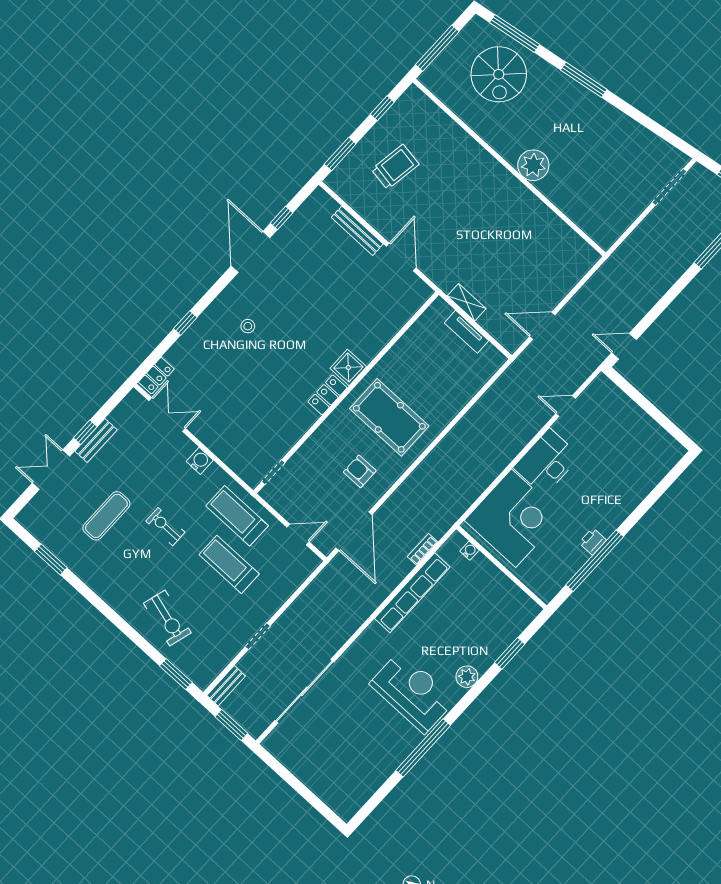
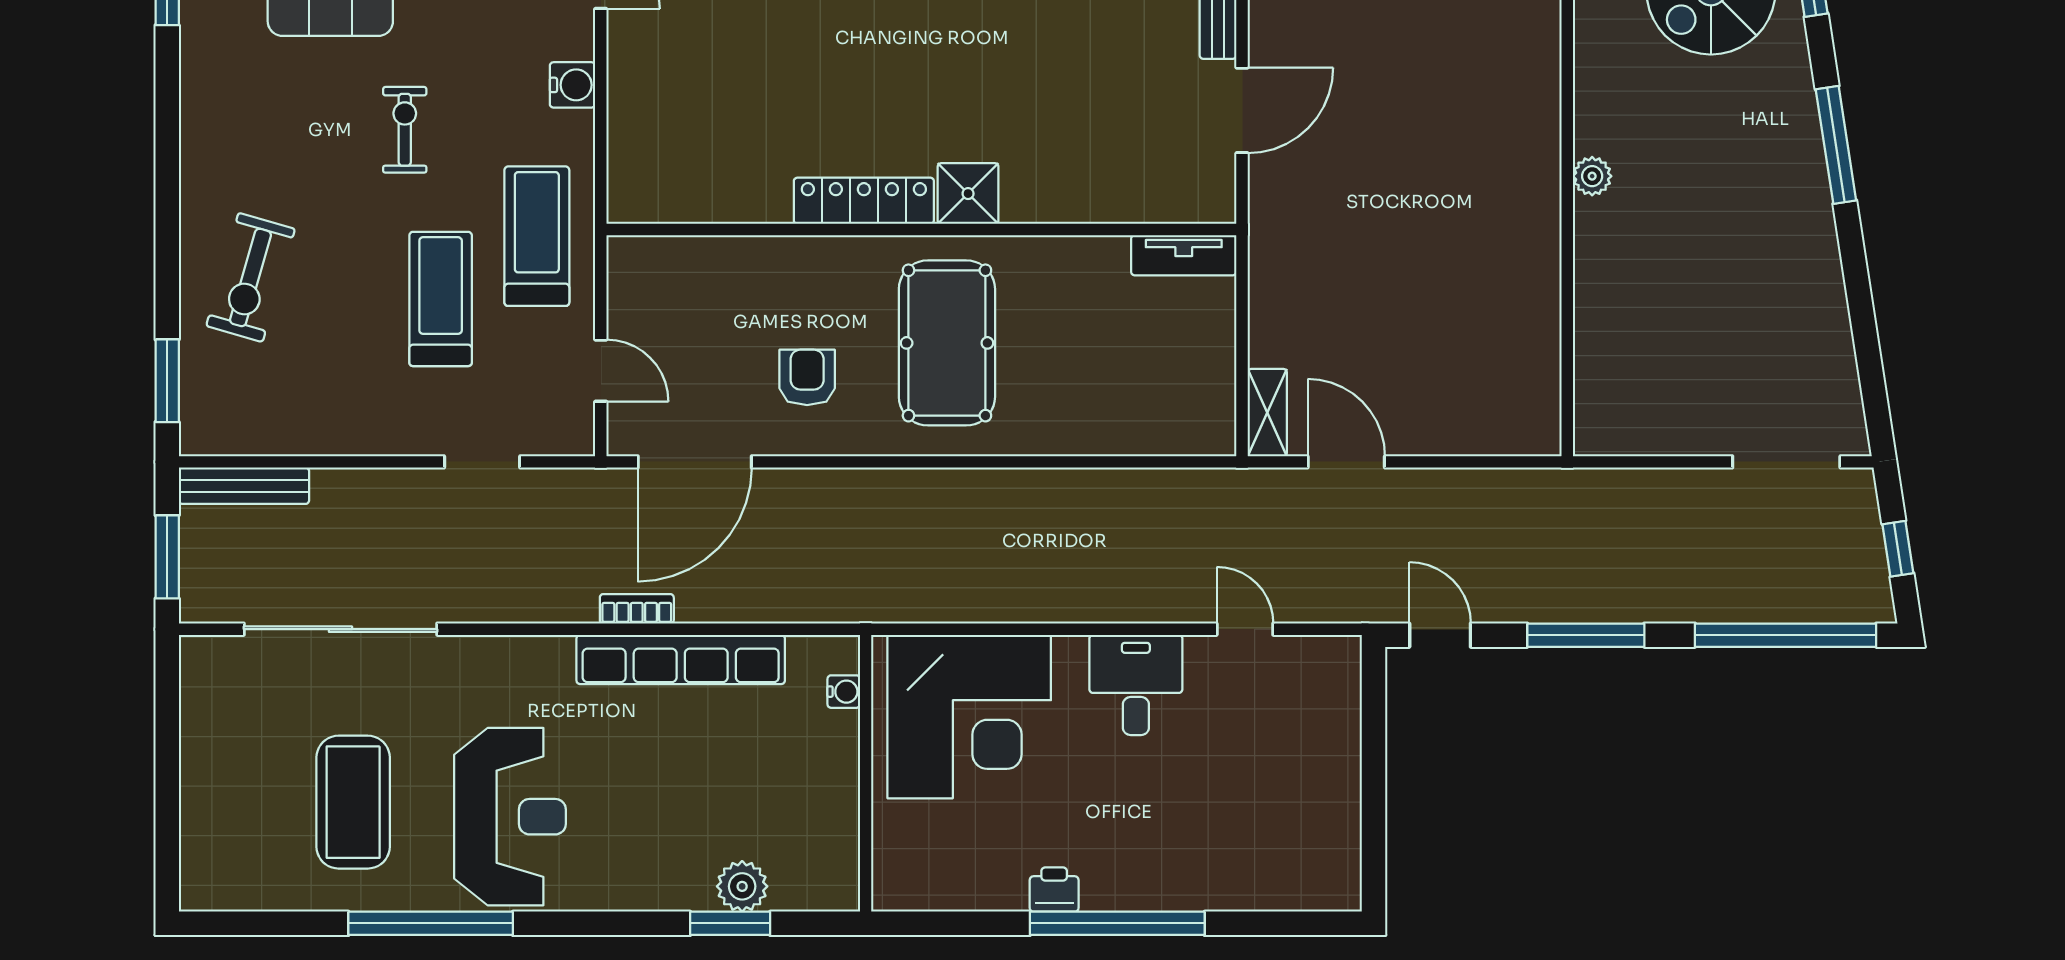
plant: (533, 165) -> (1592, 176), width x0.53, depth x0.53
window: (666, 300) -> (1586, 635), added
shelving: (467, 302) -> (1267, 413), moved
tv unit: (466, 332) -> (1184, 255), moved, turned -90
locker: (327, 395) -> (864, 201), width x1.53
desk: (547, 462) -> (1136, 685), width x0.73
doorway: (273, 472) -> (669, 230), removed
bookcase: (423, 549) -> (637, 609), moved
window: (595, 561) -> (1117, 923), moved
doorway: (258, 636) -> (482, 462), moved
plant: (467, 677) -> (742, 886), moved
bench: (226, 686) -> (244, 486), width x1.36
coffee table: (363, 737) -> (353, 802), added

